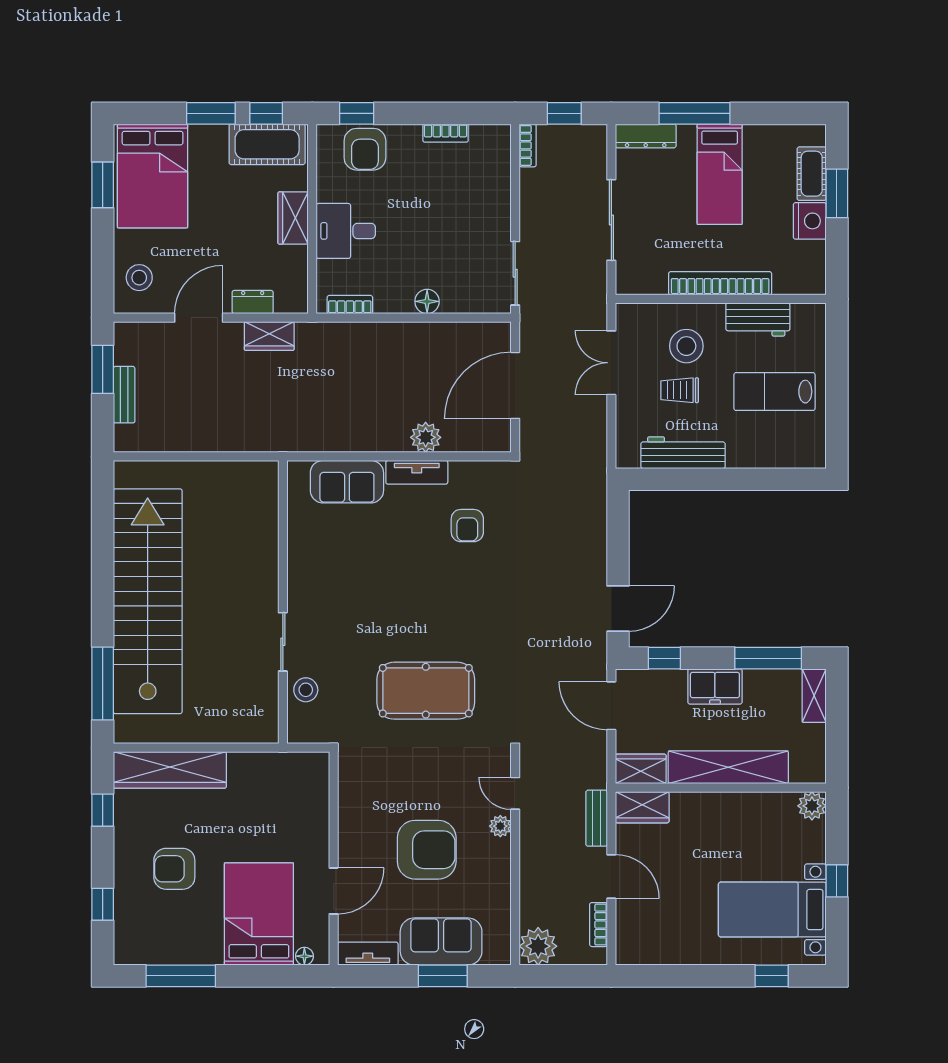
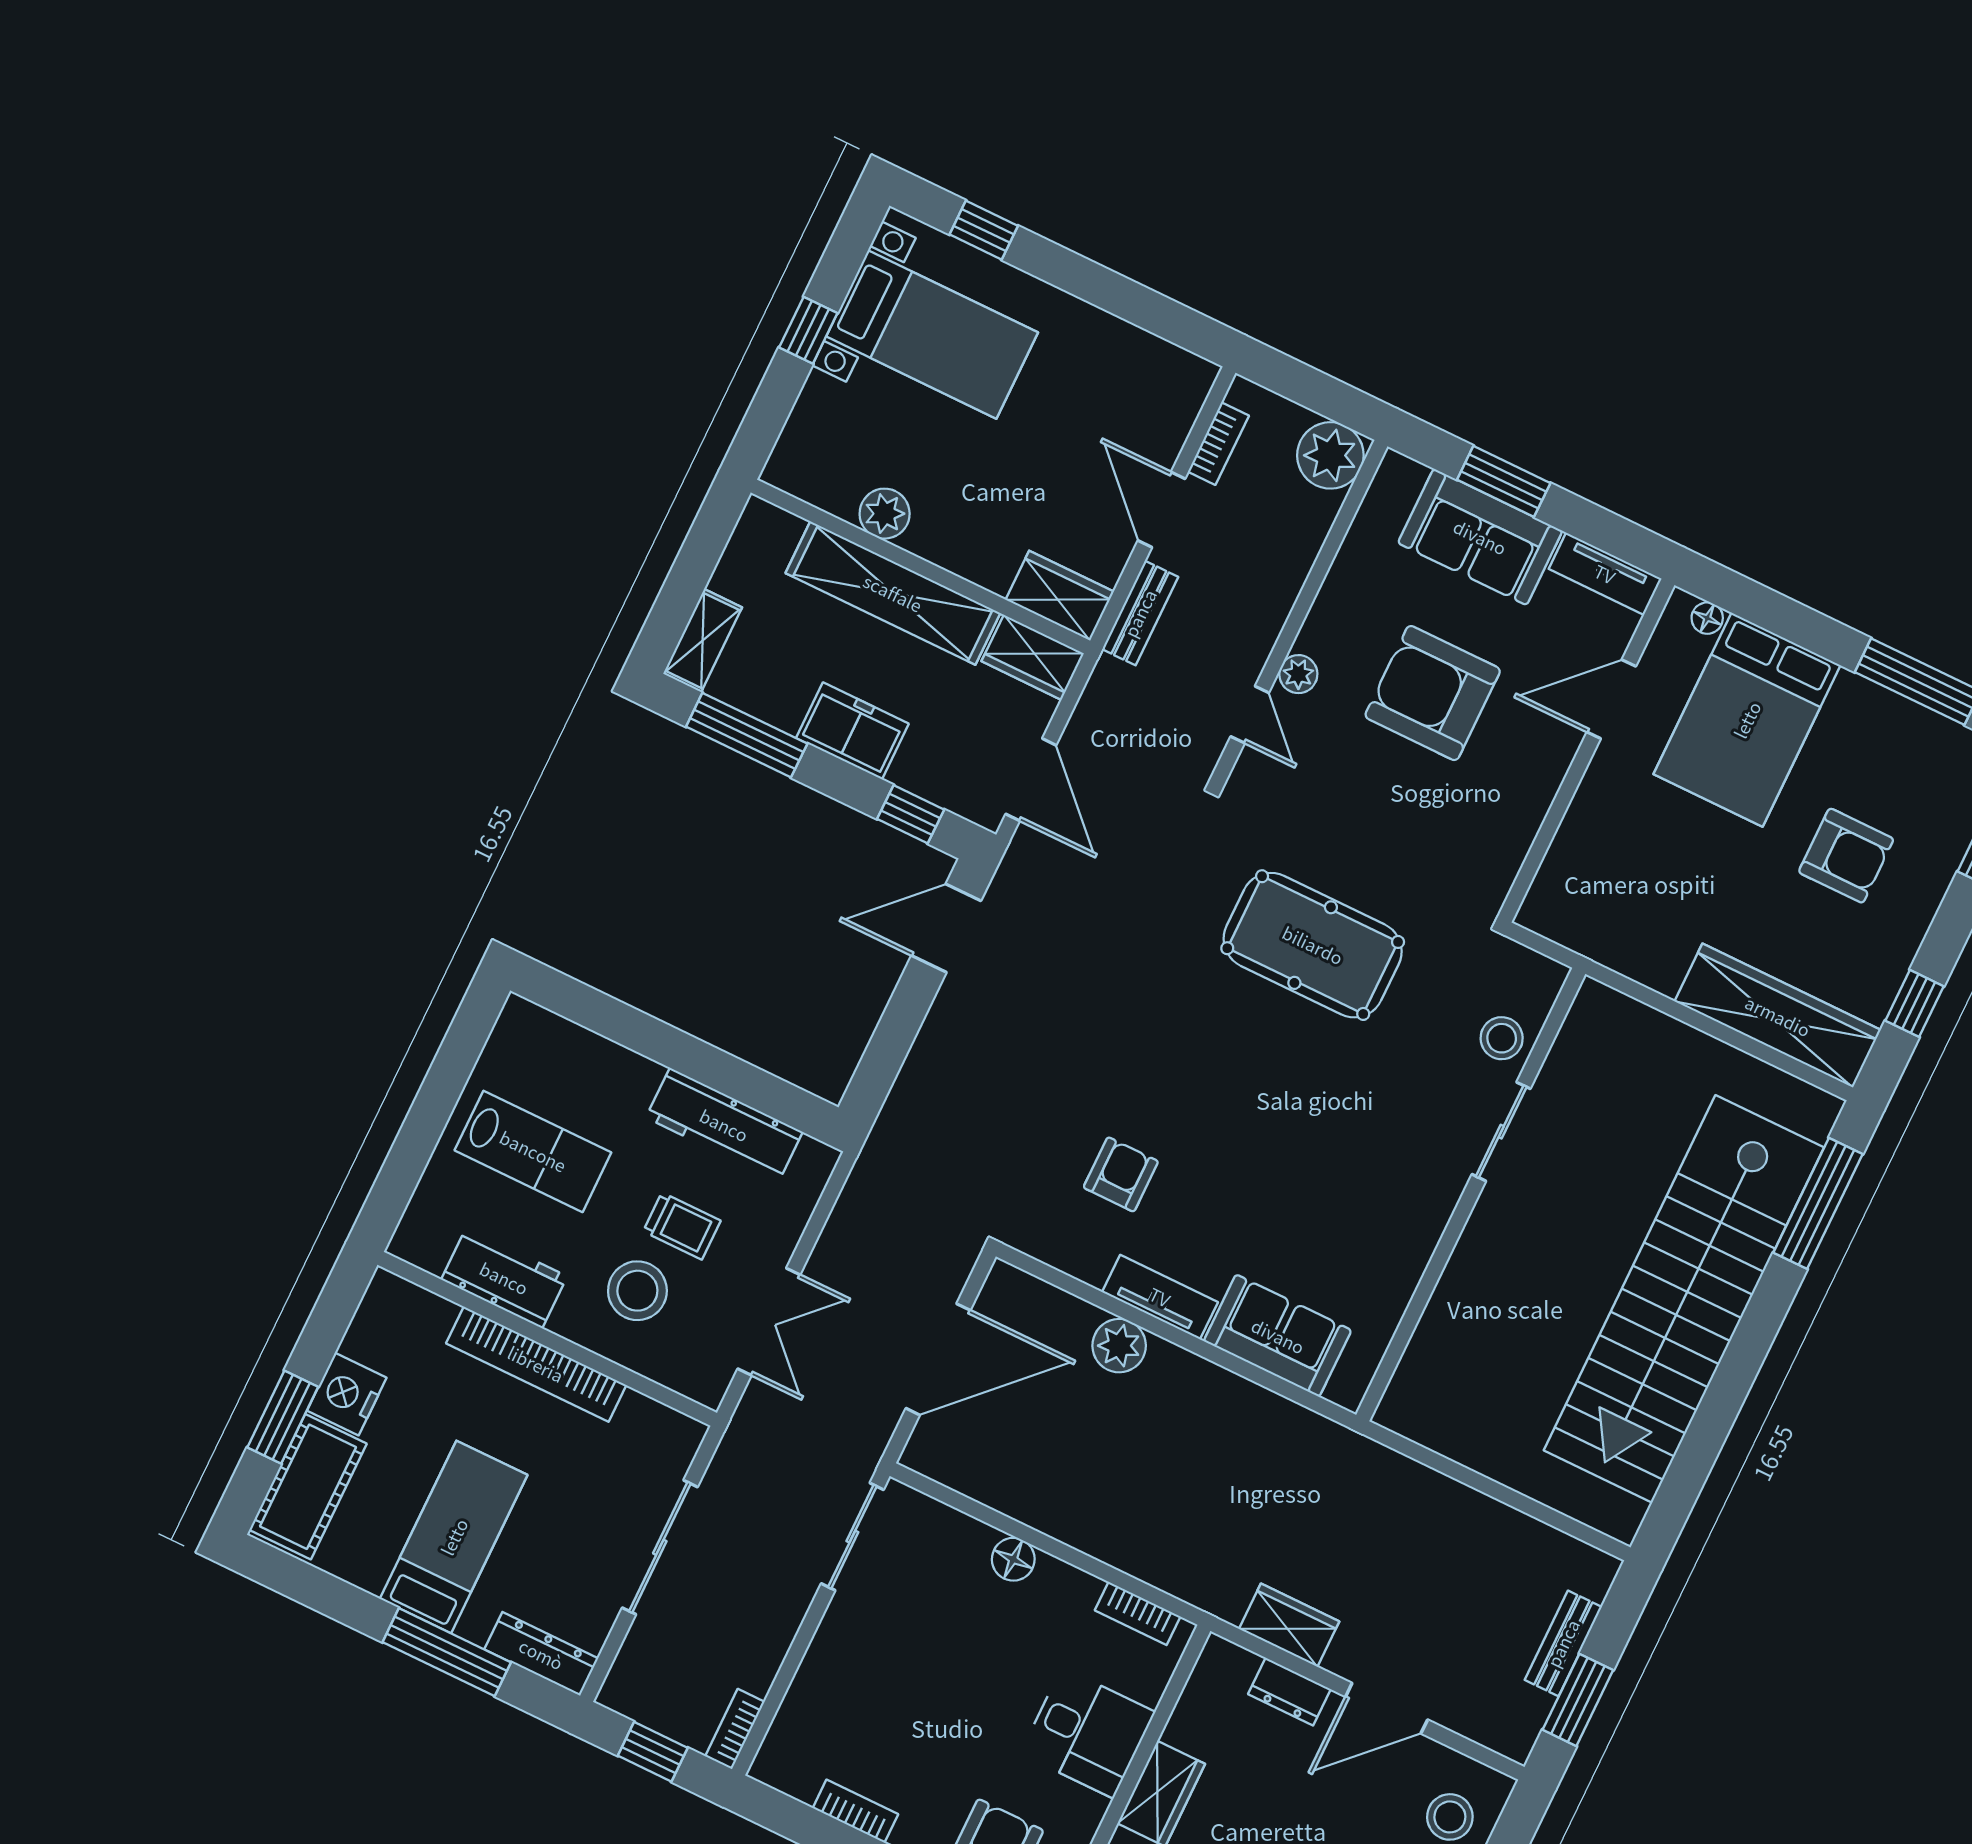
cot: (812, 174) -> (308, 1487), width x1.37, depth x1.34
plant: (812, 806) -> (885, 514), moved

